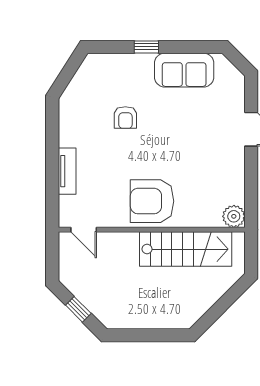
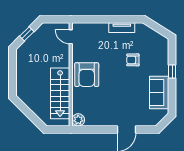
tv unit: (67, 171) -> (122, 28), moved
armchair: (152, 201) -> (87, 75), turned 180
door: (84, 230) -> (71, 37), hinge flipped

